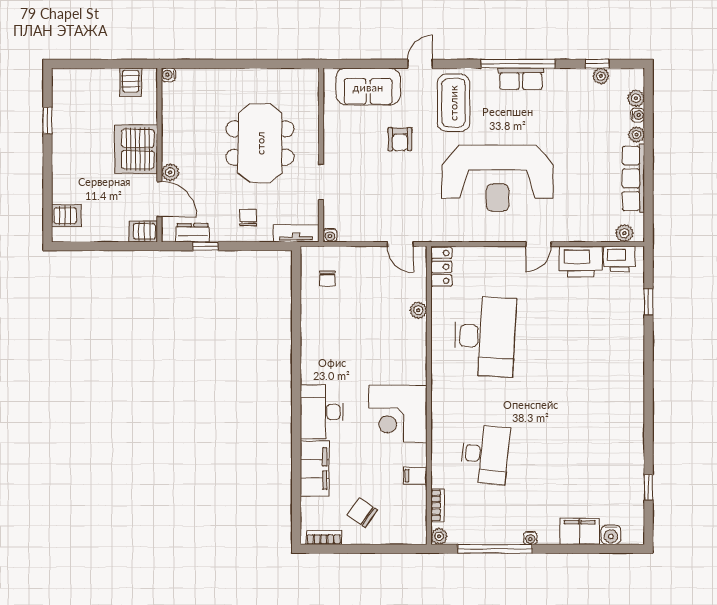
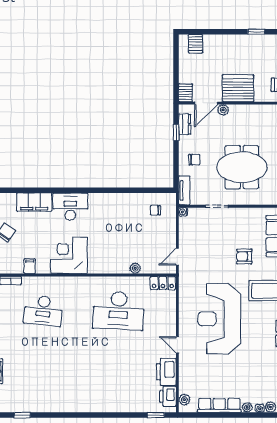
window: (649, 302) -> (156, 415), moved

